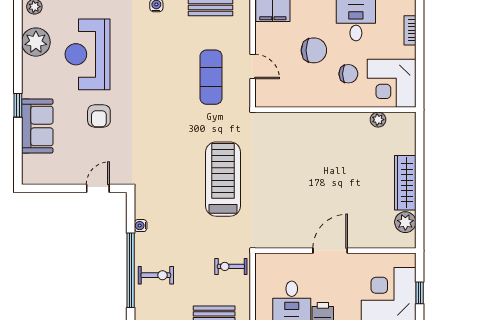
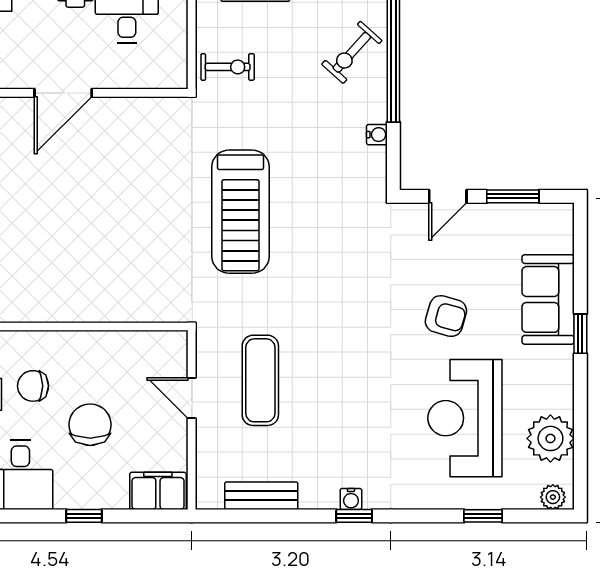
chair: (314, 50) -> (90, 425), turned 90
reception desk: (87, 54) -> (465, 418), turned 180
armchair: (99, 116) -> (446, 316), turned 106
window: (59, 188) -> (513, 196), added
exercise bike: (156, 275) -> (352, 52), turned -48

